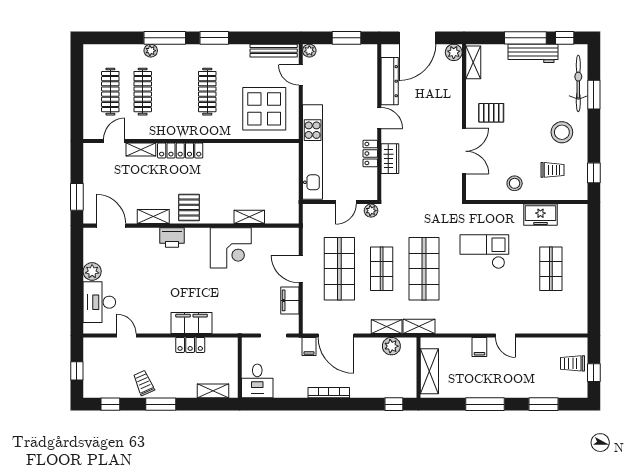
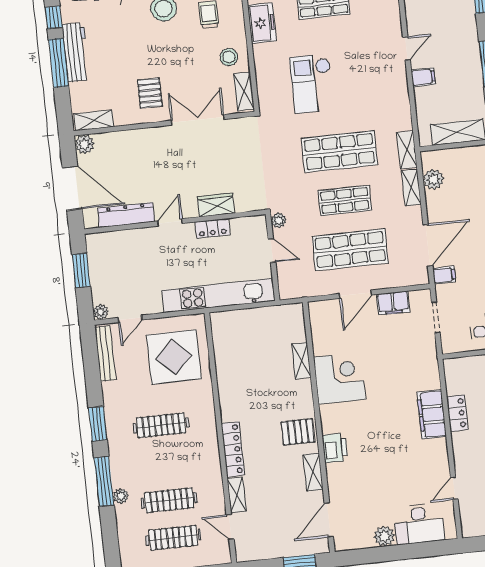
shelving: (484, 193) -> (244, 91), added

